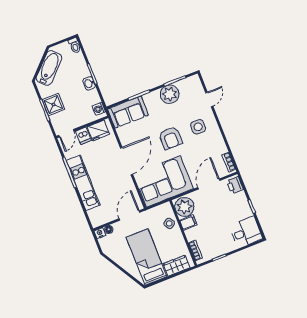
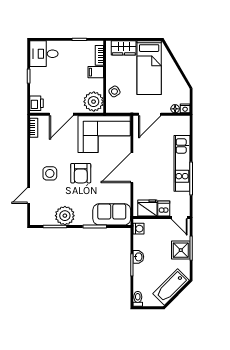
door: (66, 133) -> (179, 217), swing flipped
armchair: (170, 138) -> (81, 173), turned 180
filing cabinet: (188, 223) -> (96, 72), moved

